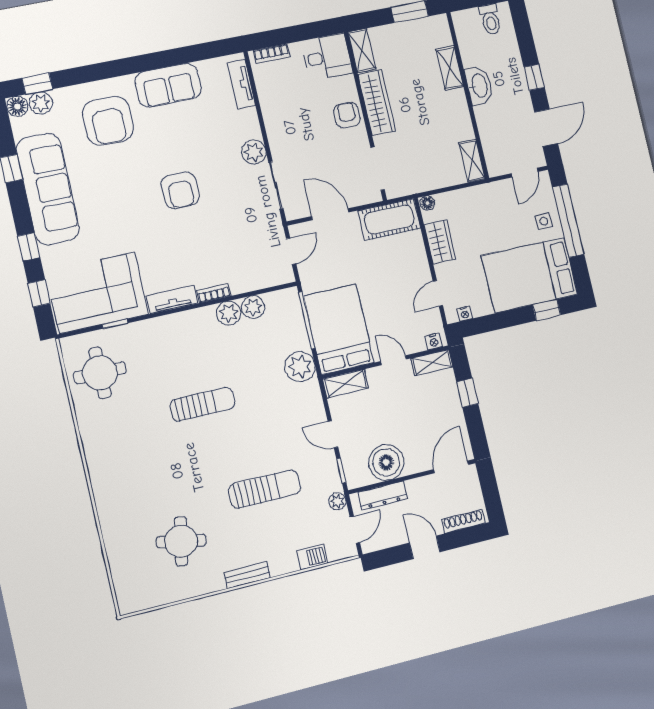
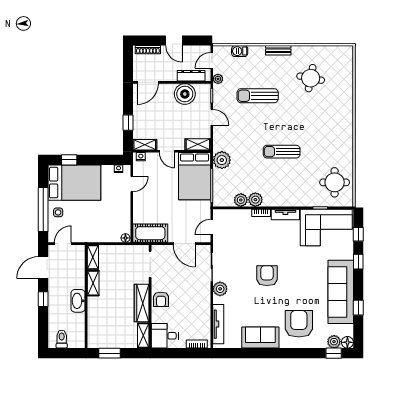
shelving: (450, 68) -> (93, 283), moved
tv unit: (241, 84) -> (218, 324), width x1.41
wardrobe: (440, 242) -> (123, 214), removed

